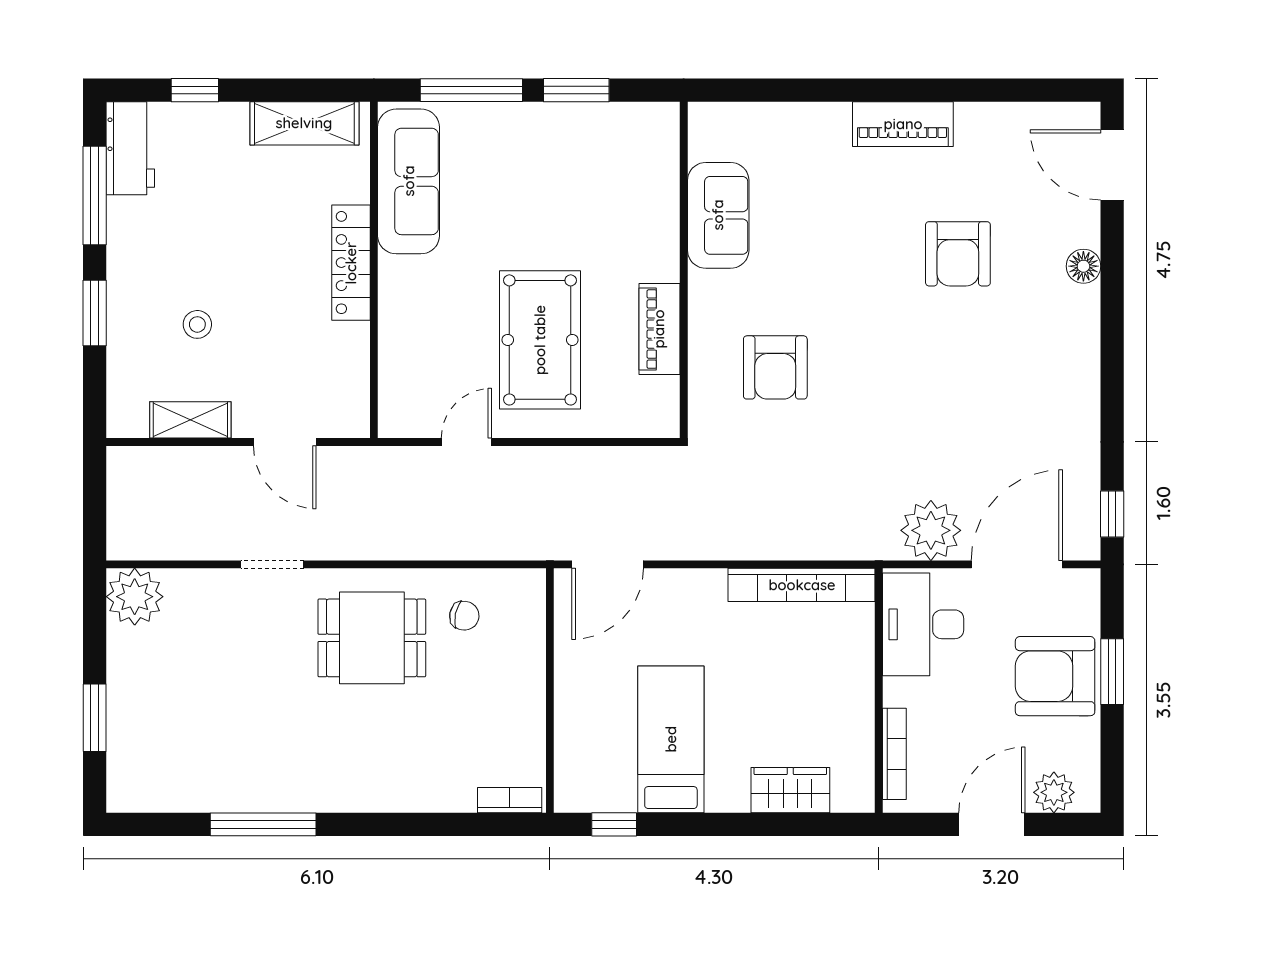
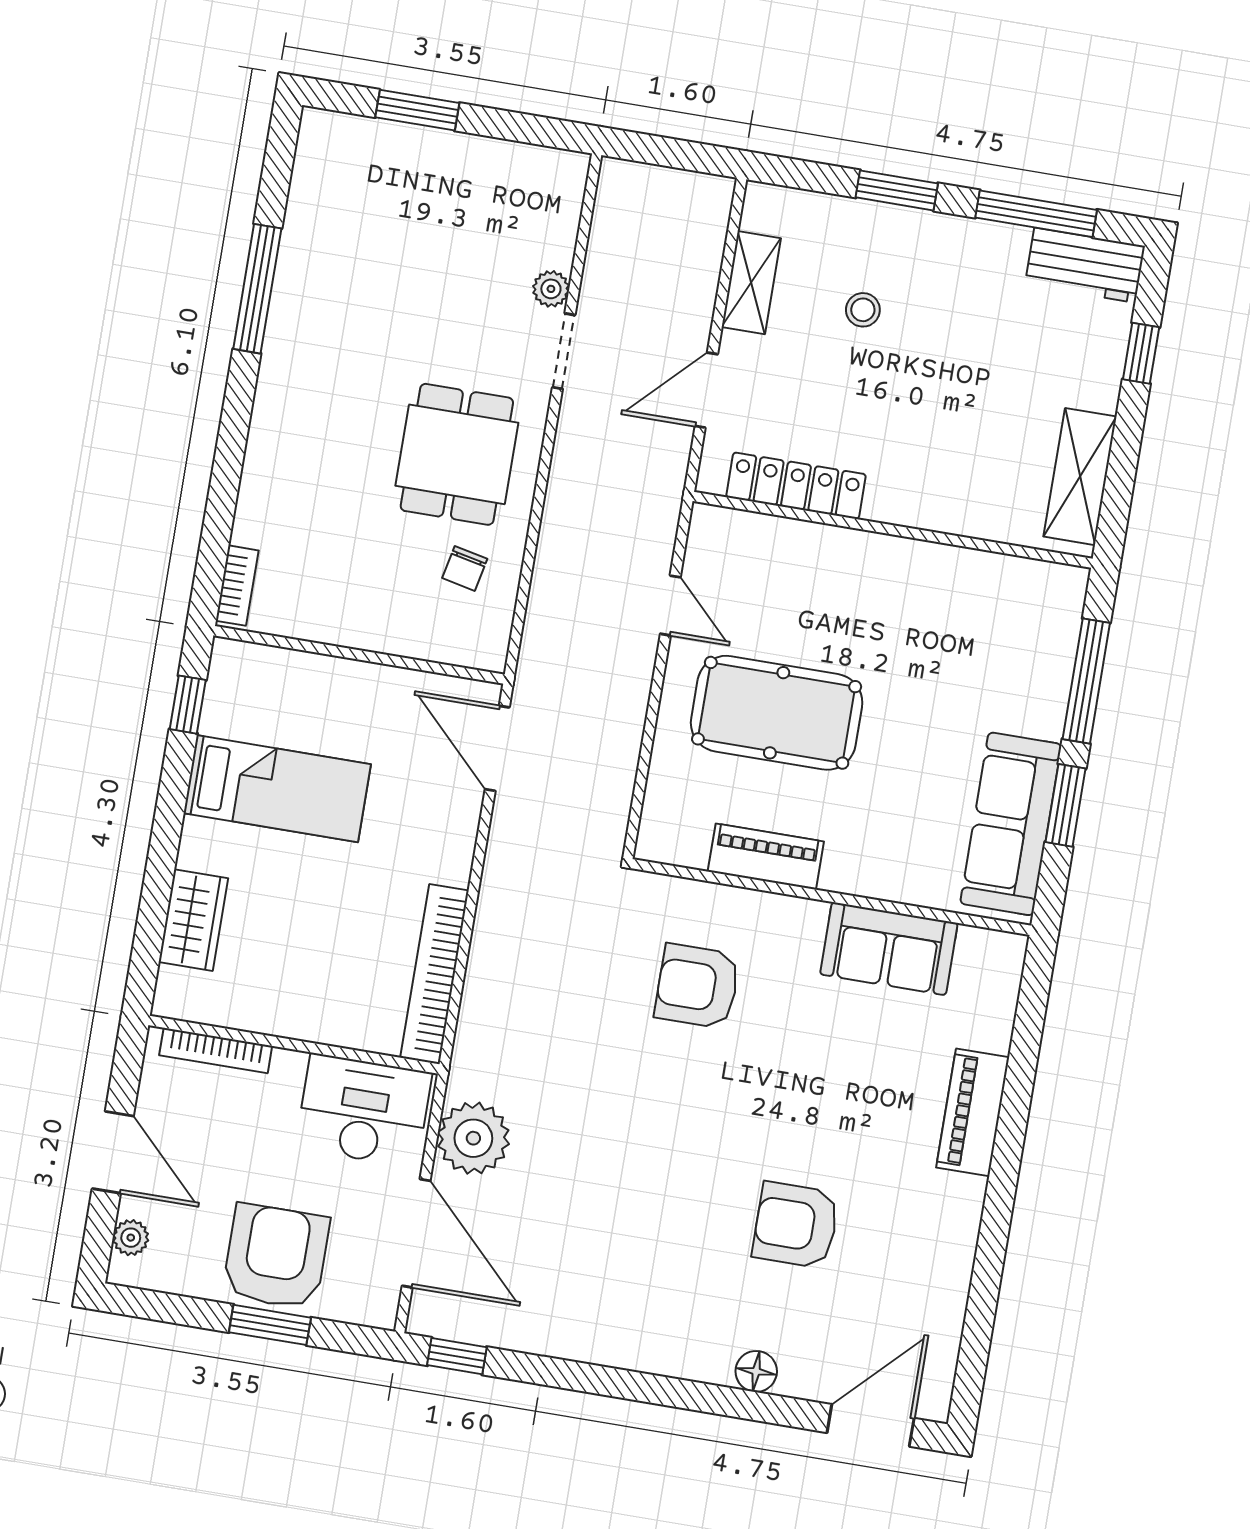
piano: (903, 124) -> (973, 1112), moved
sofa: (409, 181) -> (1011, 824), moved, turned 90
locker: (351, 263) -> (796, 486), moved
plant: (135, 597) -> (551, 289), moved, width x0.53, depth x0.53
plant: (1054, 792) -> (131, 1238), width x0.73, depth x0.73

